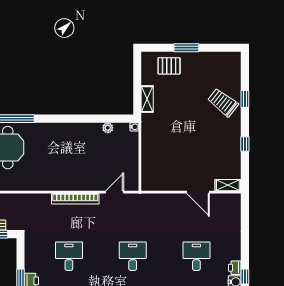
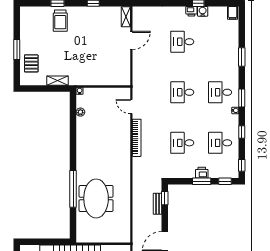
trolley: (223, 102) -> (60, 21), turned -38

